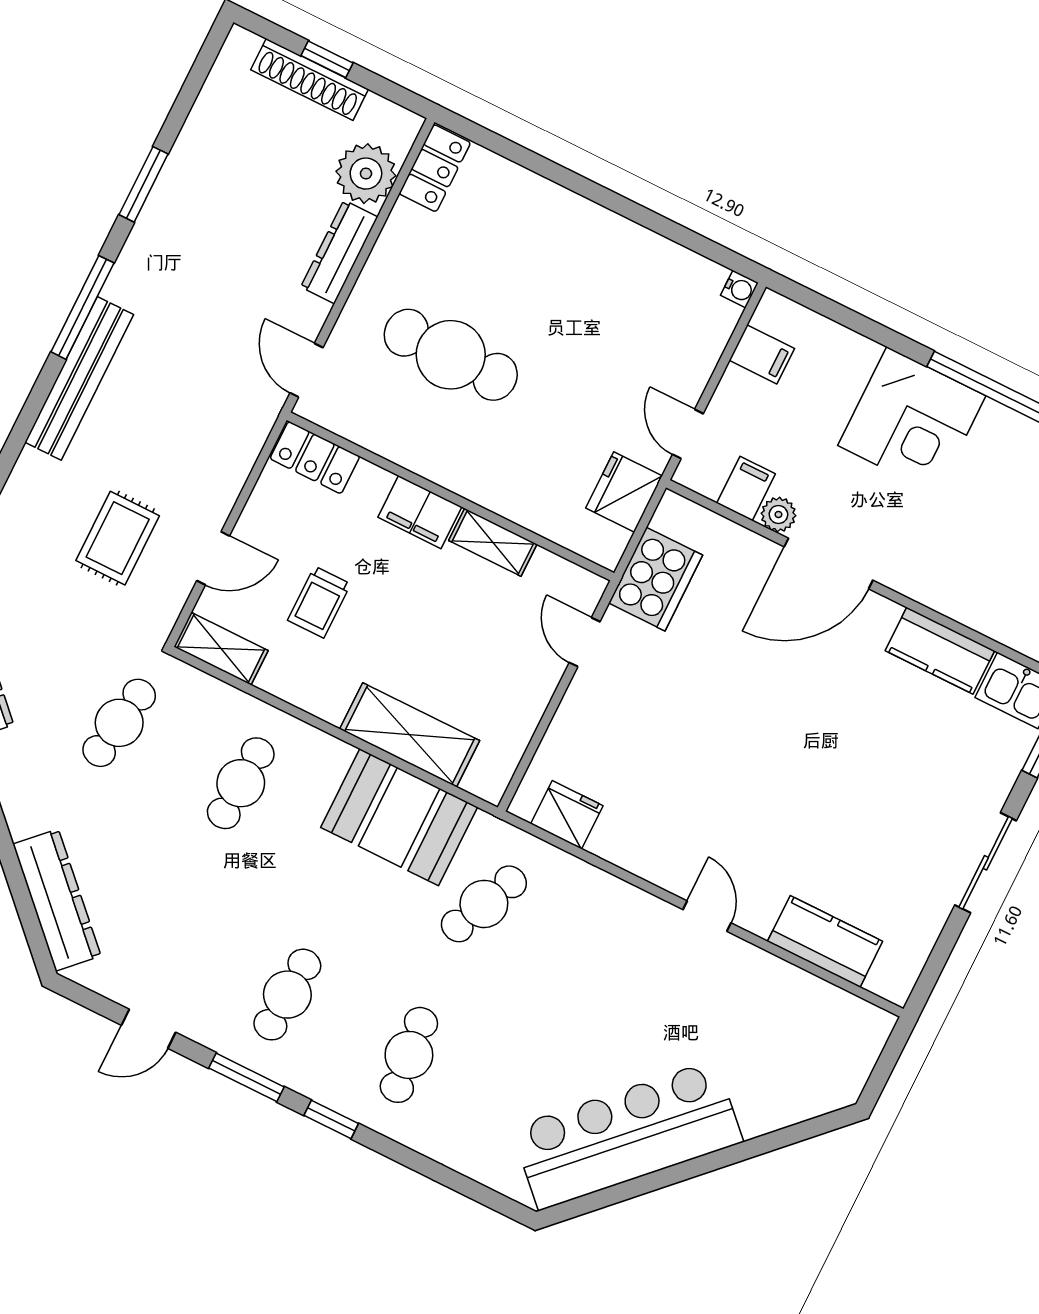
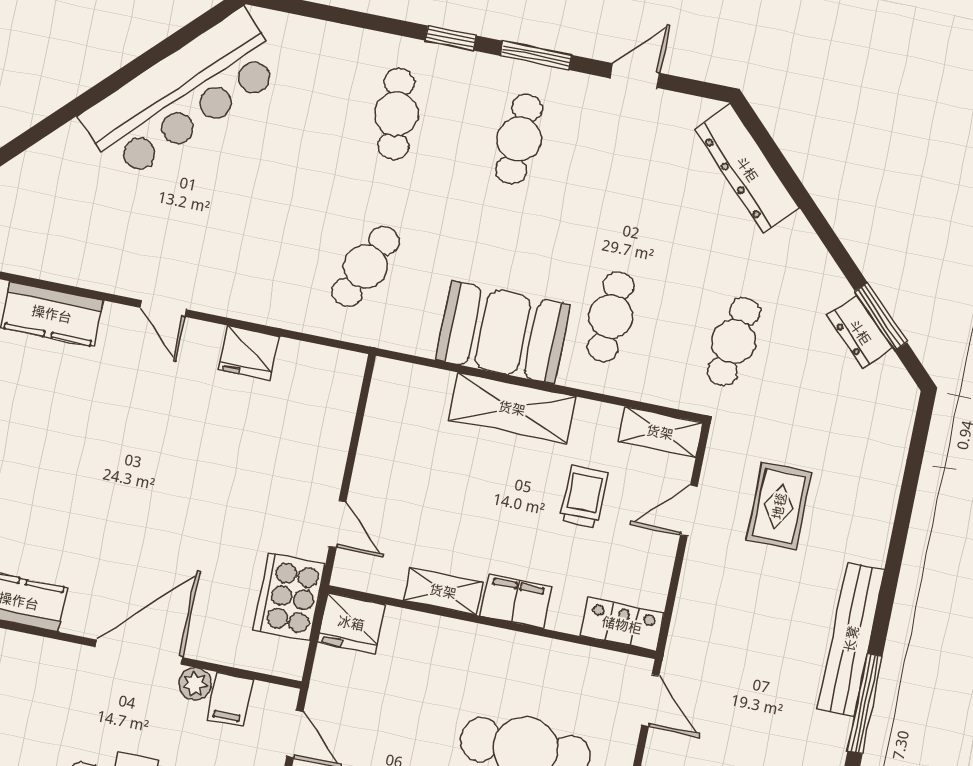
fridge: (624, 492) -> (351, 623), moved, turned 90
shelving: (410, 735) -> (512, 408), moved
fridge: (567, 815) -> (249, 353), moved
booth: (399, 817) -> (503, 332), moved

